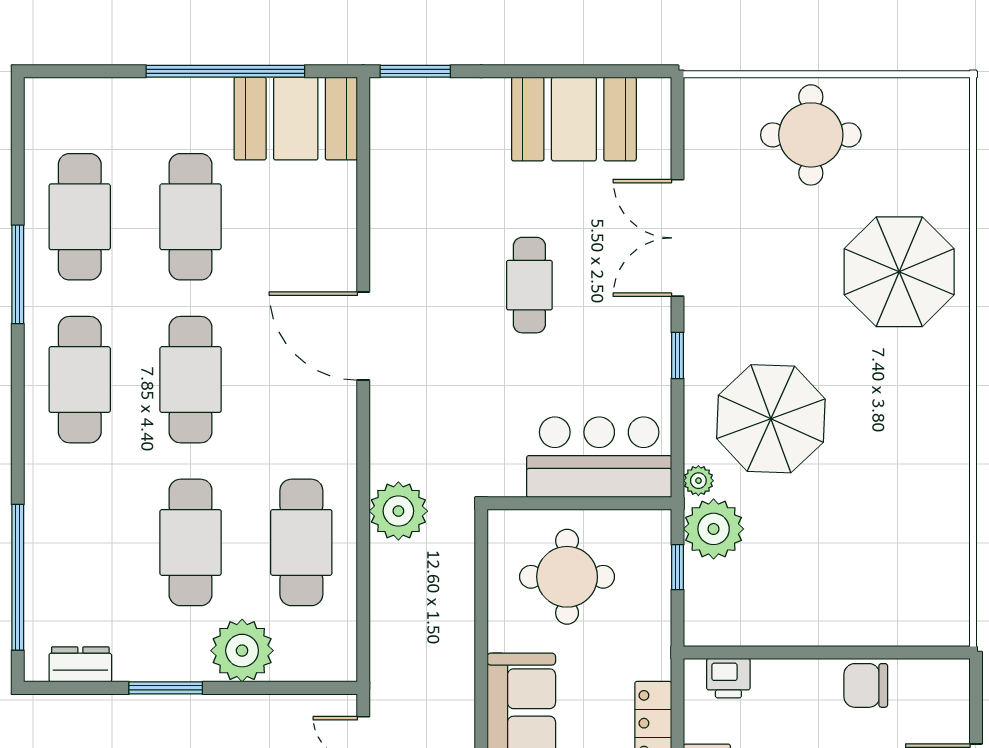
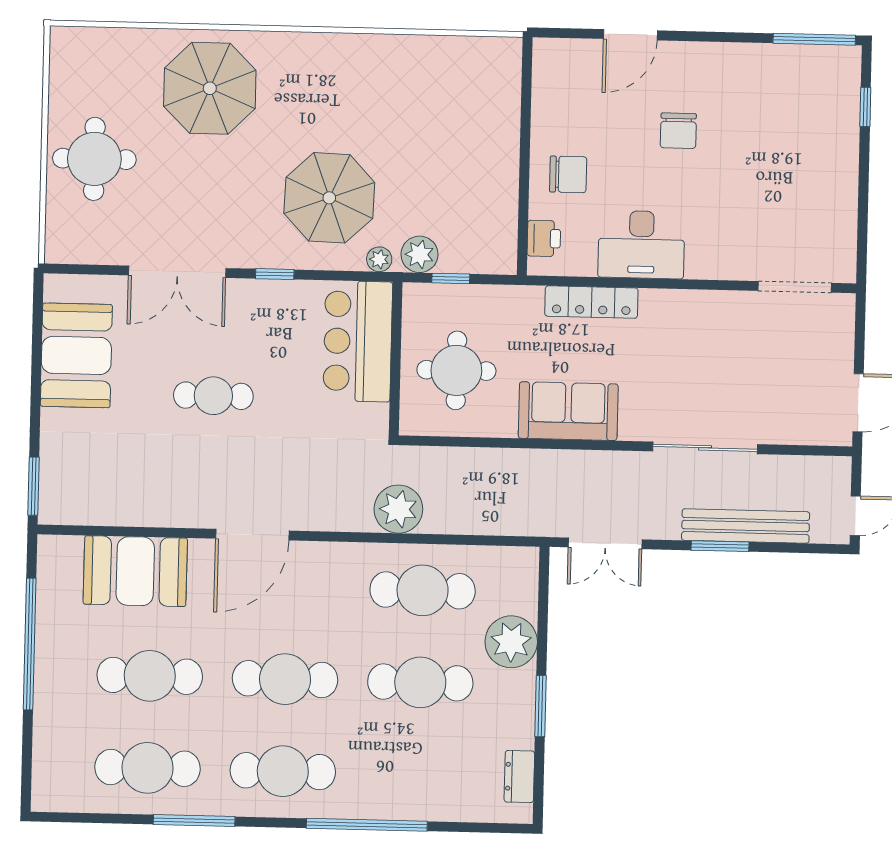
booth: (296, 119) -> (135, 571), moved, turned 90
plant: (714, 529) -> (420, 254), width x0.73, depth x0.73
window: (18, 577) -> (367, 825), moved
chair: (866, 685) -> (568, 174), moved, turned -90

